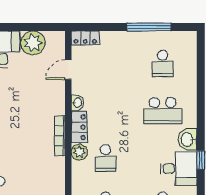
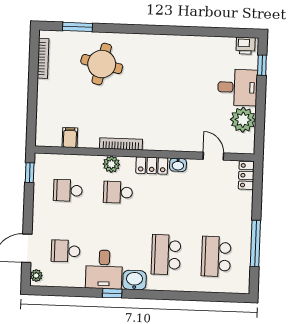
school desk: (163, 63) -> (216, 256), width x1.85
bookcase: (60, 136) -> (121, 144), moved
plant: (79, 152) -> (111, 164), moved

